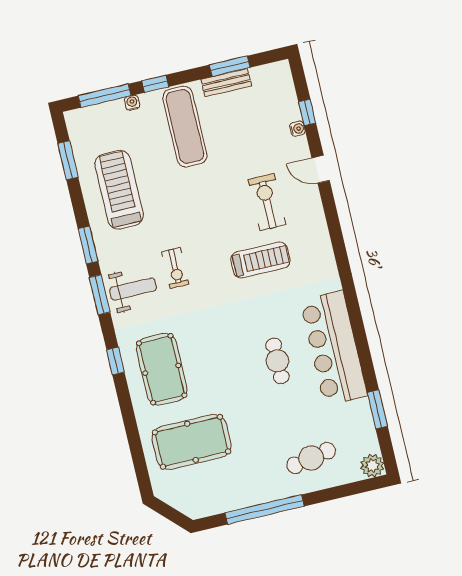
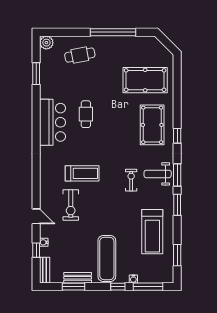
bench: (285, 82) -> (45, 270), added
treadmill: (260, 260) -> (82, 173), turned 180
bar counter: (334, 348) -> (52, 122), width x0.73

